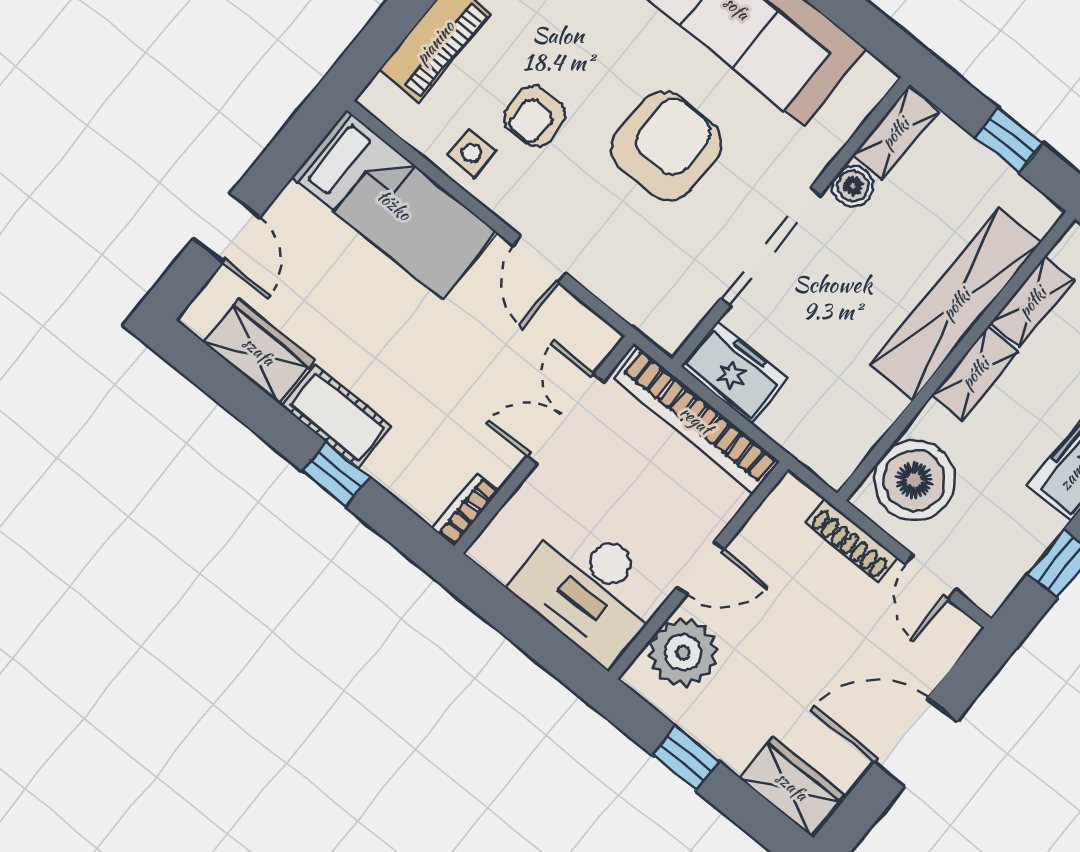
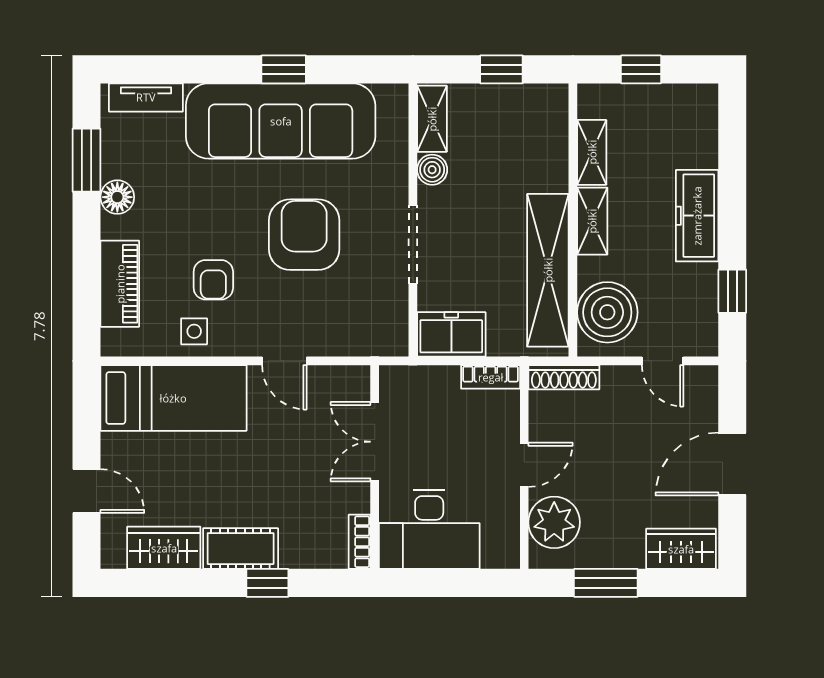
doorway: (770, 247) -> (413, 245), width x0.73
shelving: (956, 304) -> (548, 270), moved
bookcase: (696, 420) -> (491, 377), width x0.43, depth x0.76
shoe rack: (852, 541) -> (564, 377), moved
desk: (590, 589) -> (429, 529), moved
window: (686, 758) -> (606, 583), width x1.50

